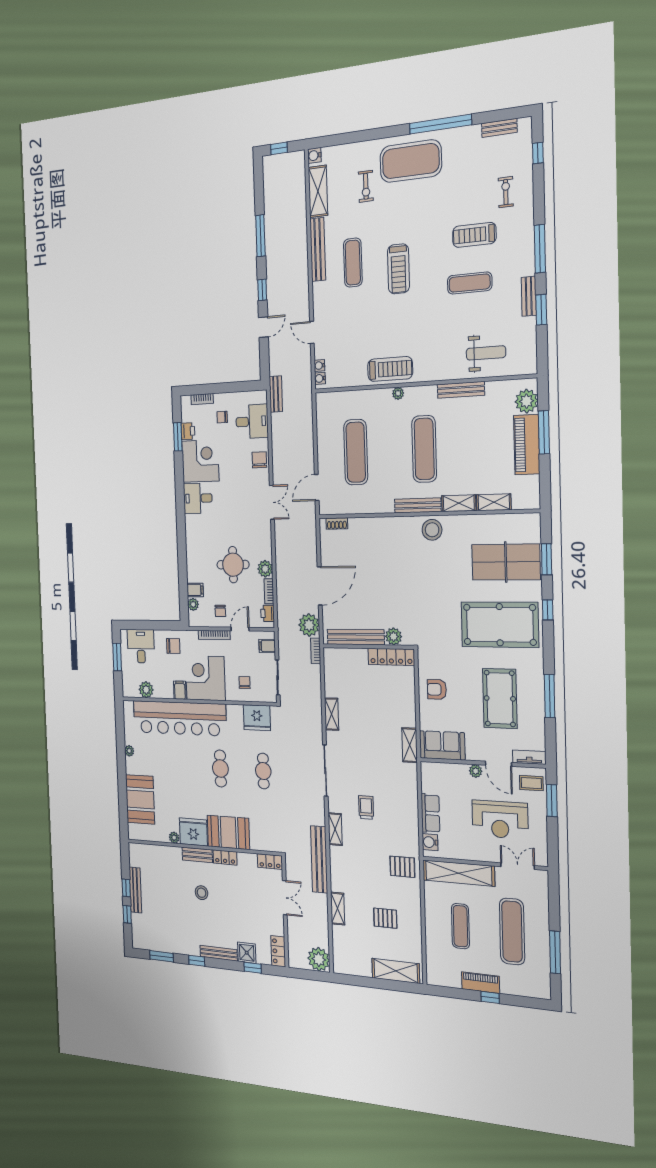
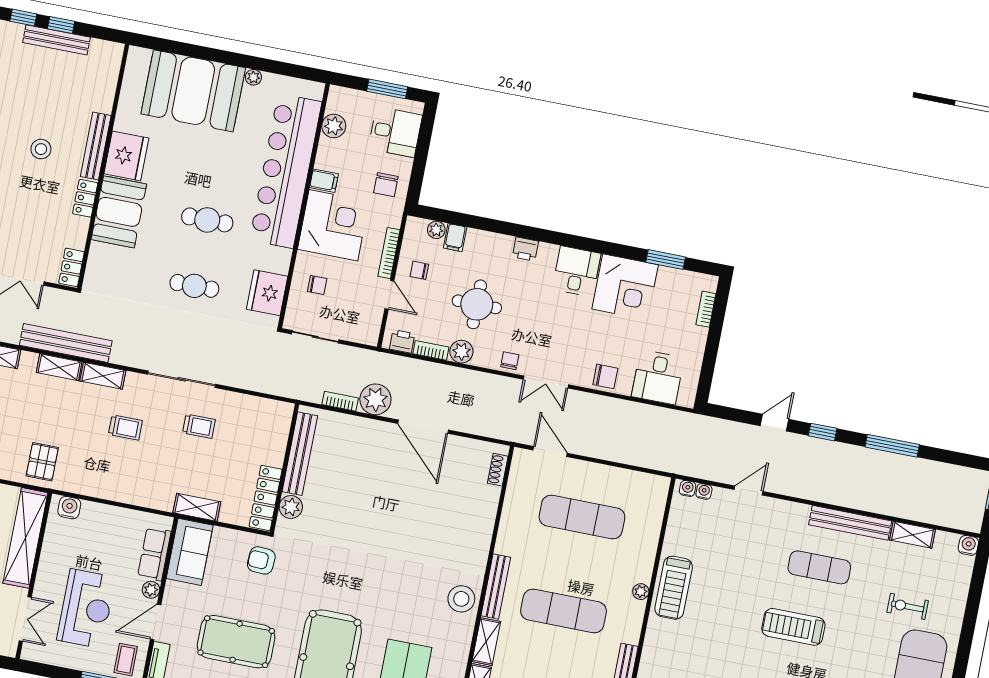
shelving: (318, 191) -> (913, 535), width x0.67, depth x0.75
door: (263, 327) -> (775, 423), swing flipped
bench: (276, 394) -> (684, 421), removed
chair: (222, 417) -> (510, 361), moved
printer: (188, 431) -> (525, 249), moved
plant: (394, 636) -> (291, 507), moved
bench: (356, 637) -> (300, 454), moved
filing cabinet: (267, 646) -> (359, 331), removed
wall: (368, 647) -> (285, 468), moved
locker: (391, 657) -> (266, 498), moved
armchair: (437, 689) -> (261, 560), turned -87
shelving: (332, 714) -> (59, 367), moved
trolley: (354, 753) -> (199, 426), added
booth: (140, 799) -> (193, 91), width x1.36, depth x1.42
row of seats: (430, 813) -> (154, 554), moved, turned 90
reception desk: (500, 820) -> (86, 609), turned 180
plant: (174, 838) -> (122, 123), removed
bench: (197, 855) -> (96, 146), width x1.36

